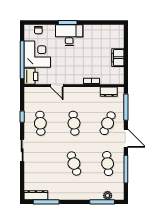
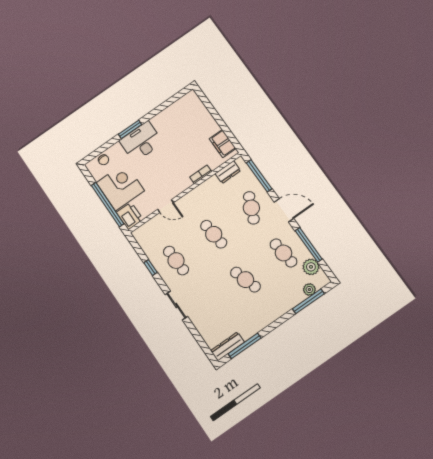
filing cabinet: (118, 58) -> (223, 144), moved
plant: (118, 183) -> (311, 267), added

